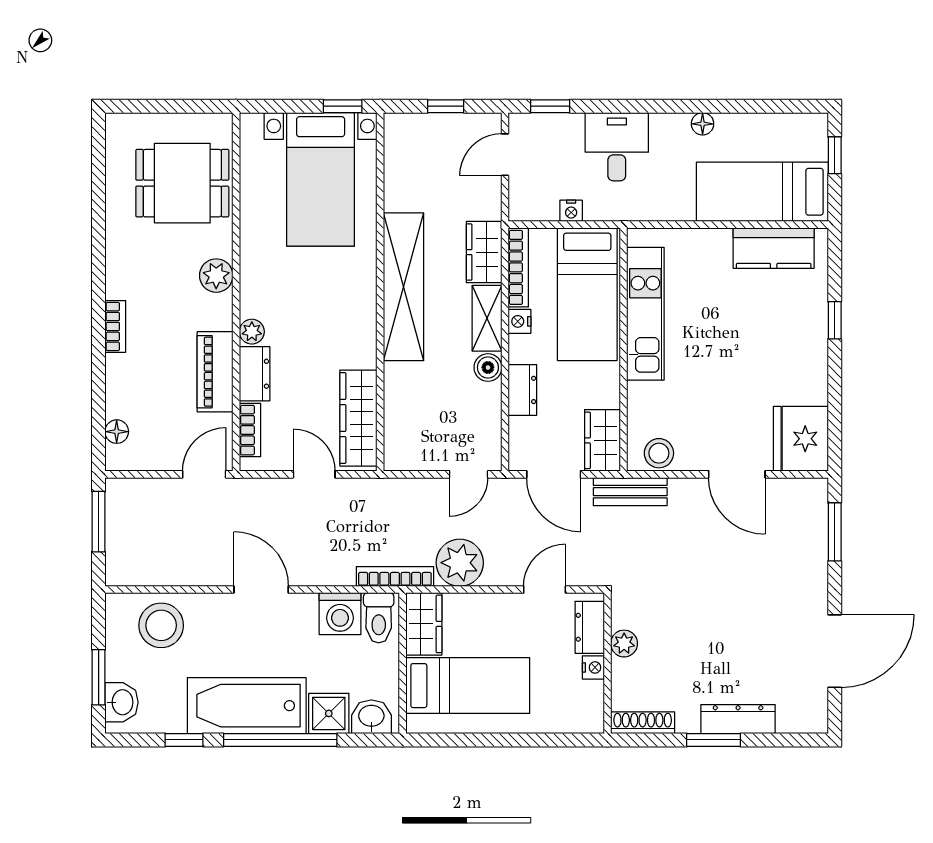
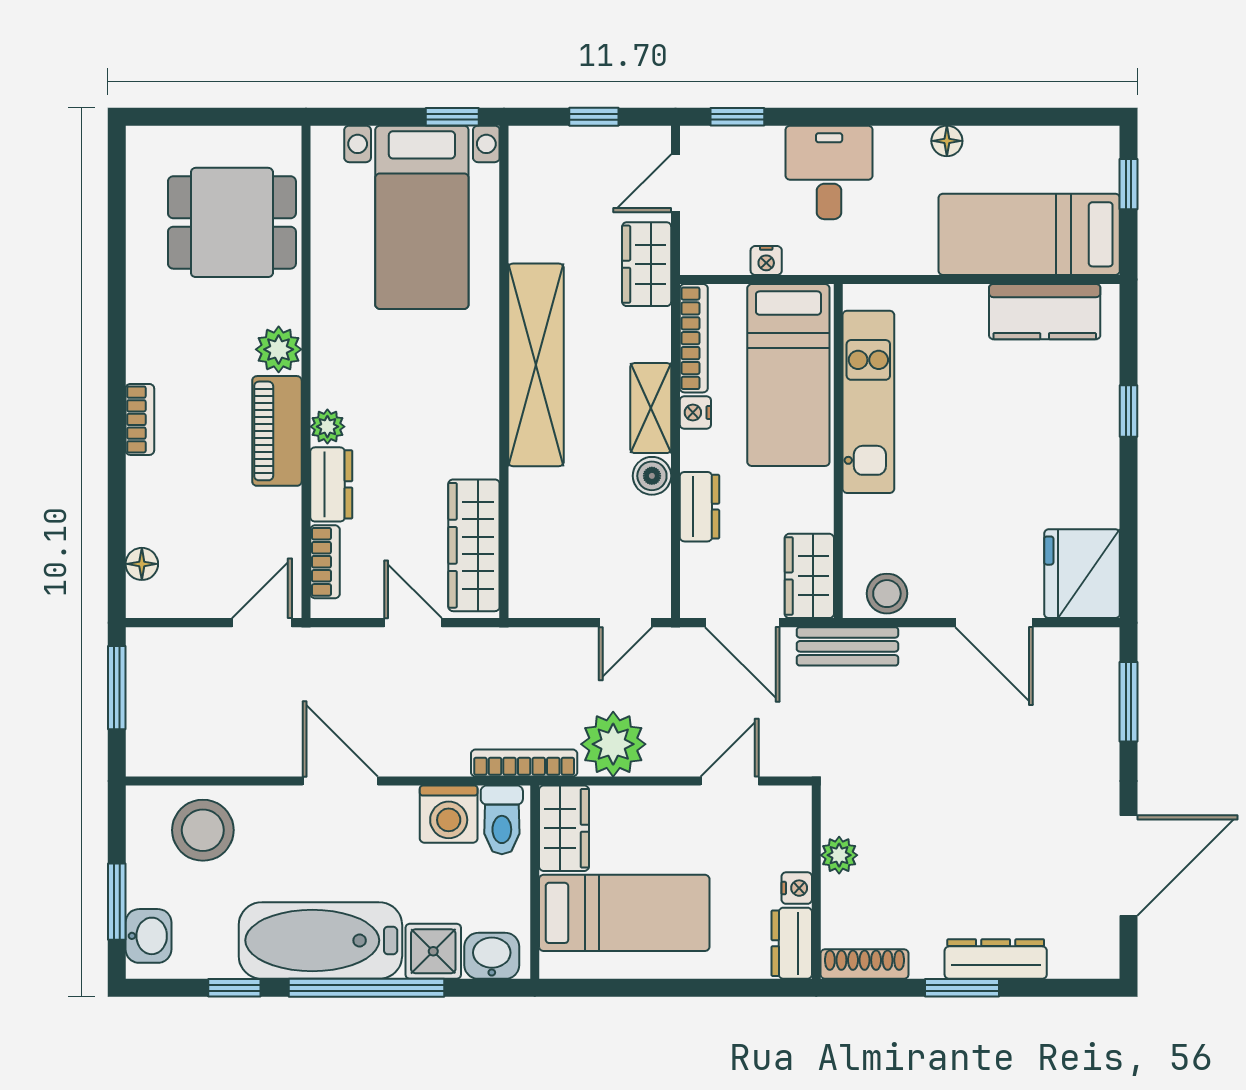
wardrobe: (484, 252) -> (647, 264), moved
piano: (215, 372) -> (277, 431), moved
dresser: (590, 627) -> (792, 943), moved

